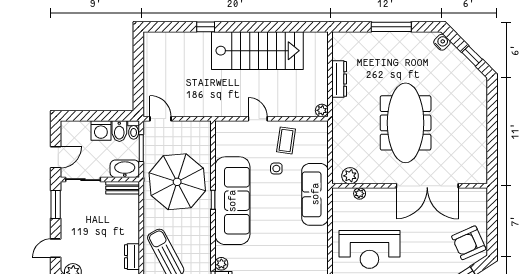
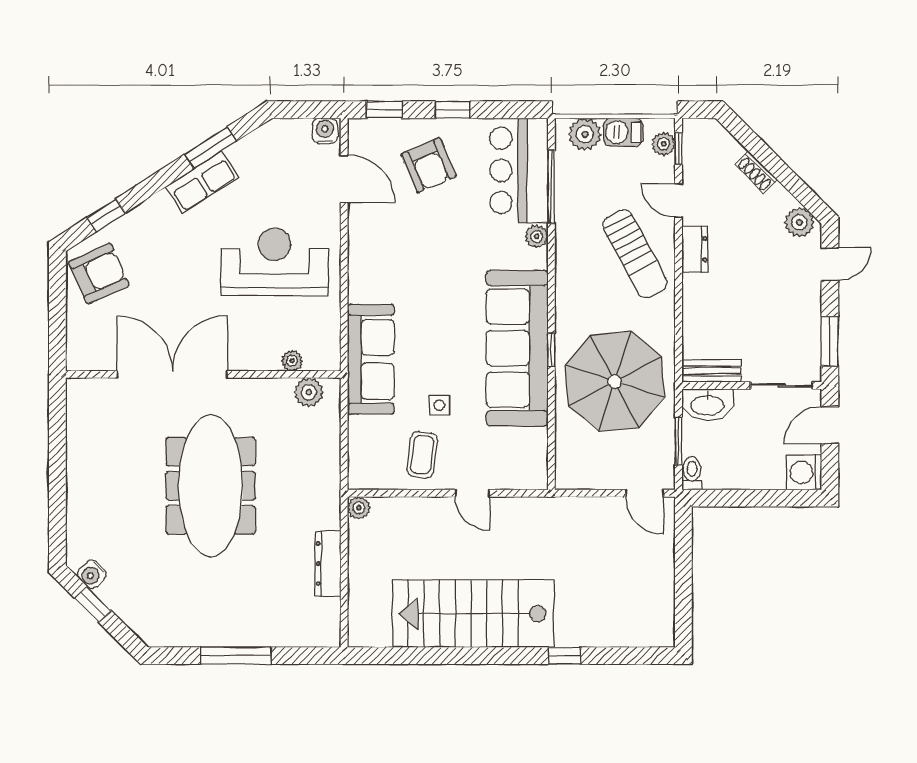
water cooler: (442, 42) -> (92, 574), moved
washing machine: (101, 130) -> (804, 472), moved, turned -90
bidet: (119, 131) -> (717, 471), removed

